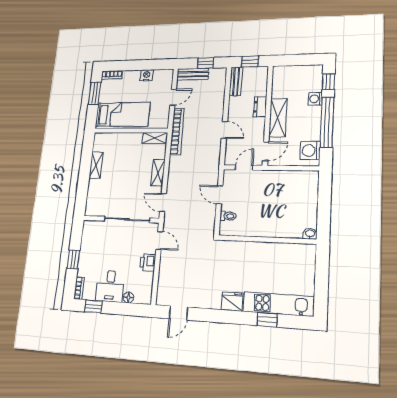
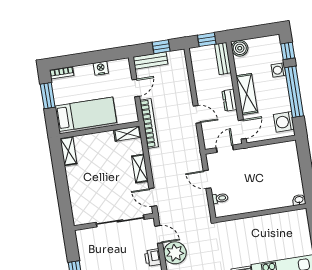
boiler: (280, 73) -> (240, 48), added
bench: (236, 82) -> (223, 59), moved
dresser: (260, 107) -> (229, 100), moved
shelving: (96, 165) -> (69, 151), moved
plant: (170, 262) -> (175, 253), added

